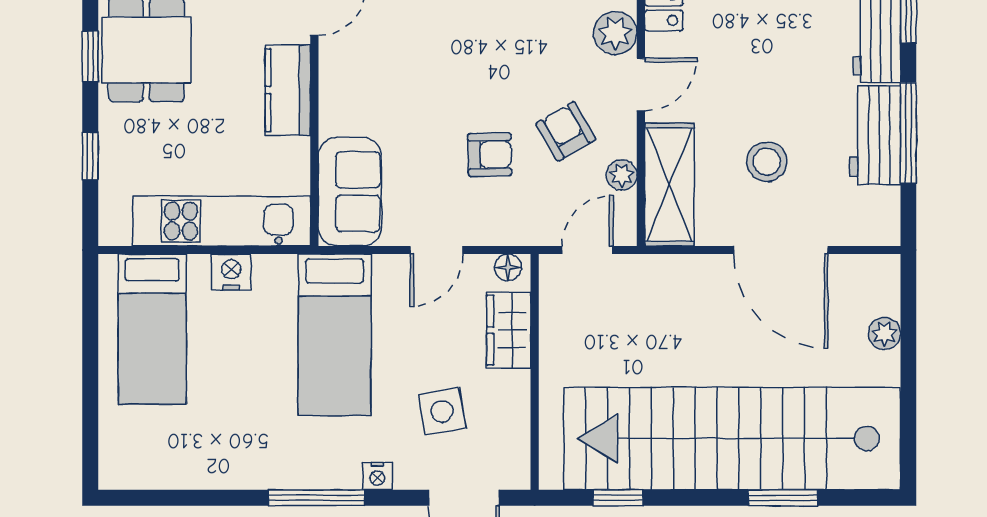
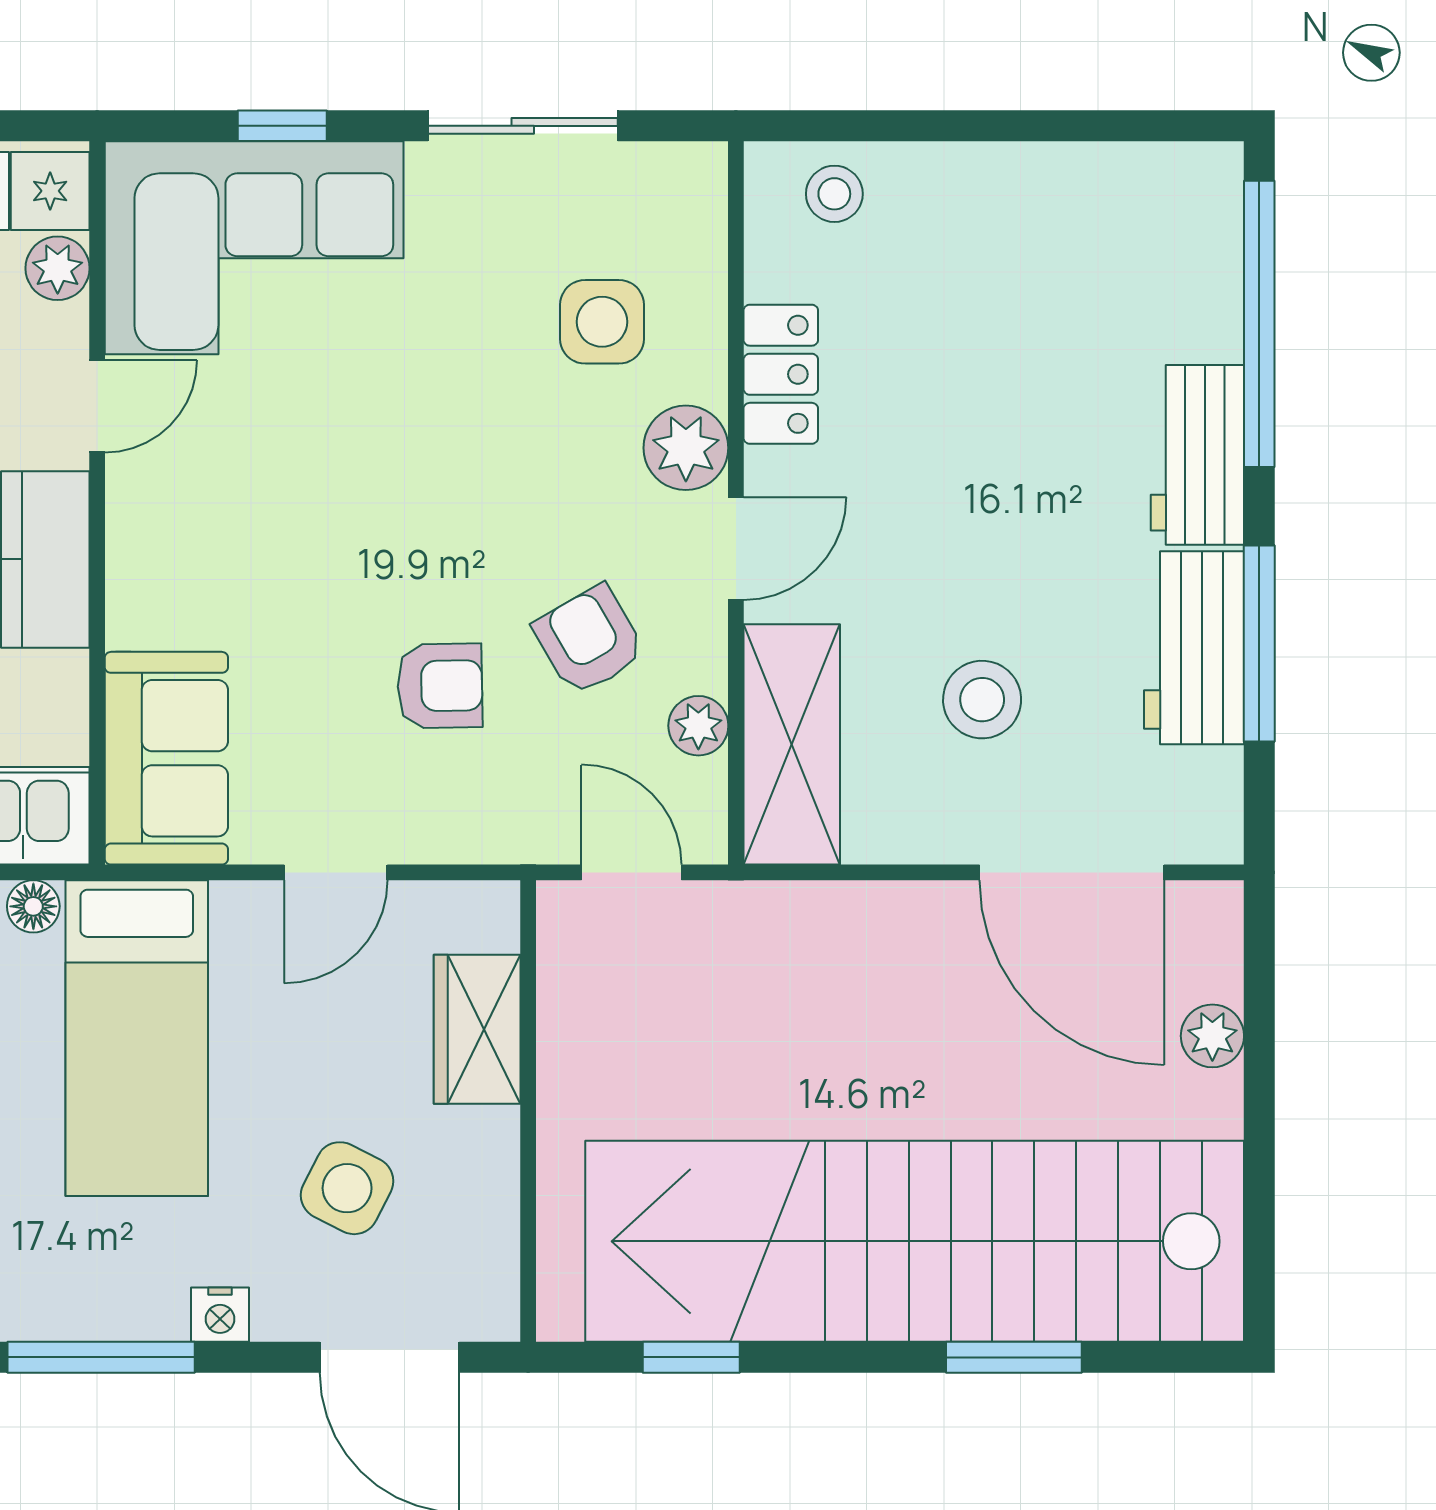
door: (587, 250) -> (631, 872), hinge flipped
door: (781, 250) -> (1072, 872), moved
floor lamp: (508, 267) -> (33, 906), moved
side table: (442, 411) -> (347, 1188), turned 37

